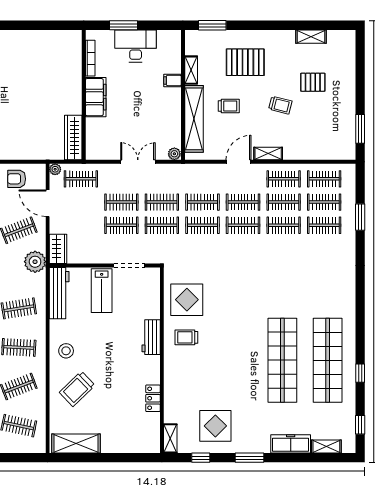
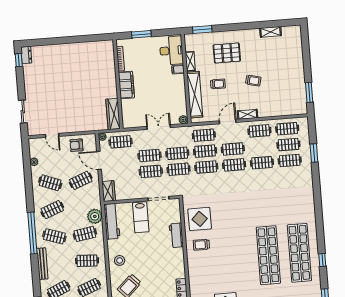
desk: (136, 46) -> (171, 51), moved, turned 90
pallet: (313, 82) -> (274, 63), removed
clothes rail: (284, 202) -> (204, 135), moved
plant: (35, 262) -> (95, 216), moved
workbench: (151, 337) -> (176, 235), moved

